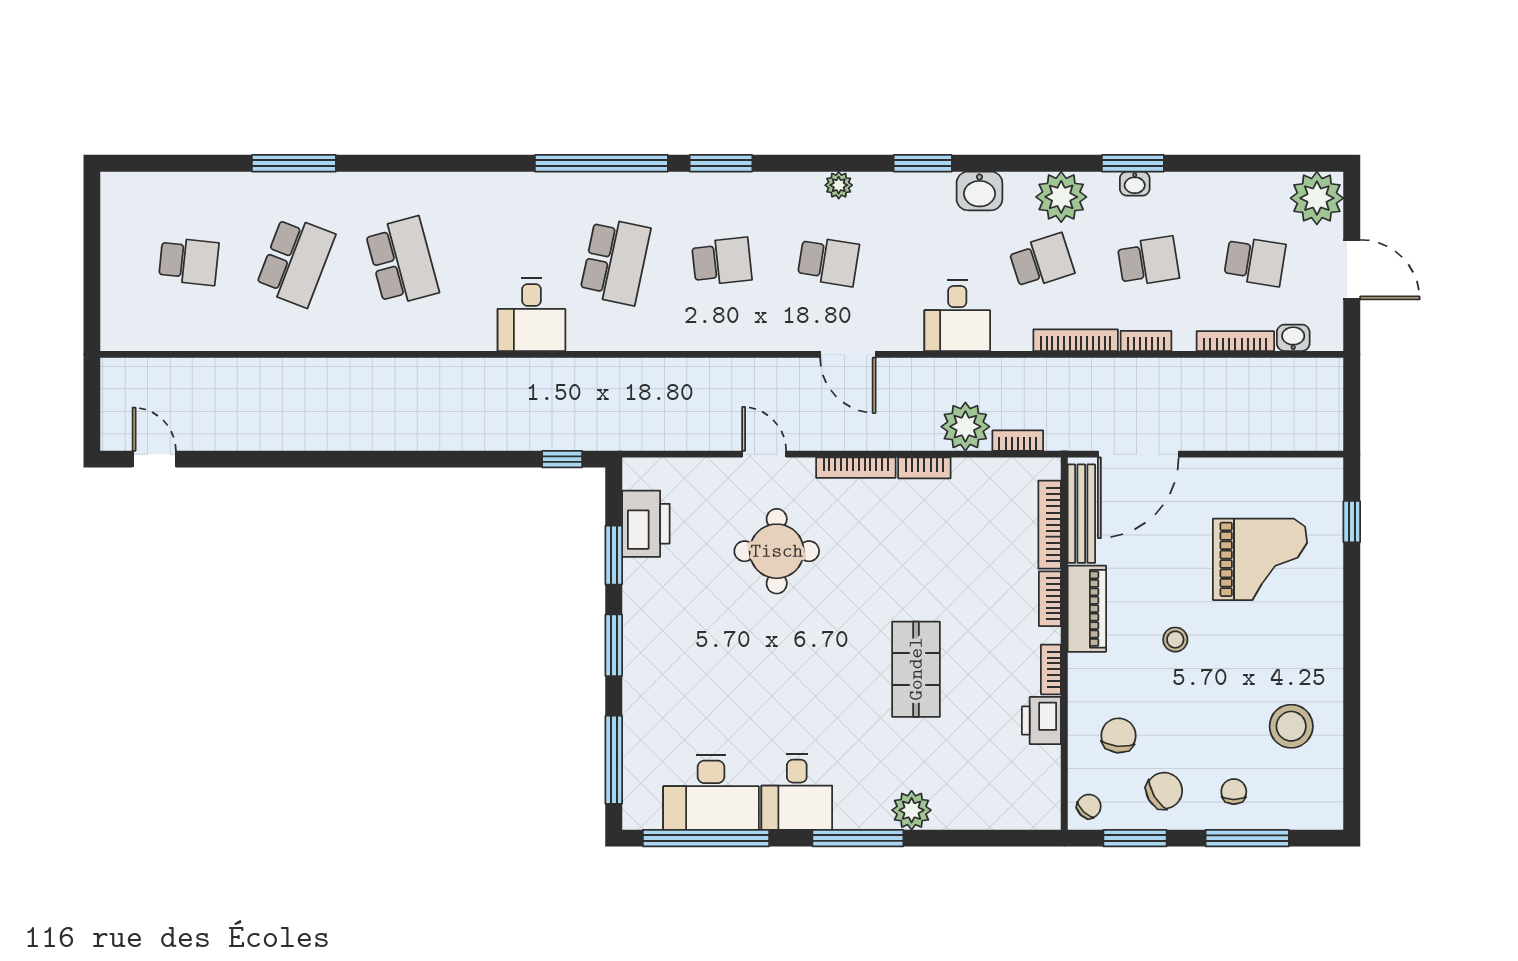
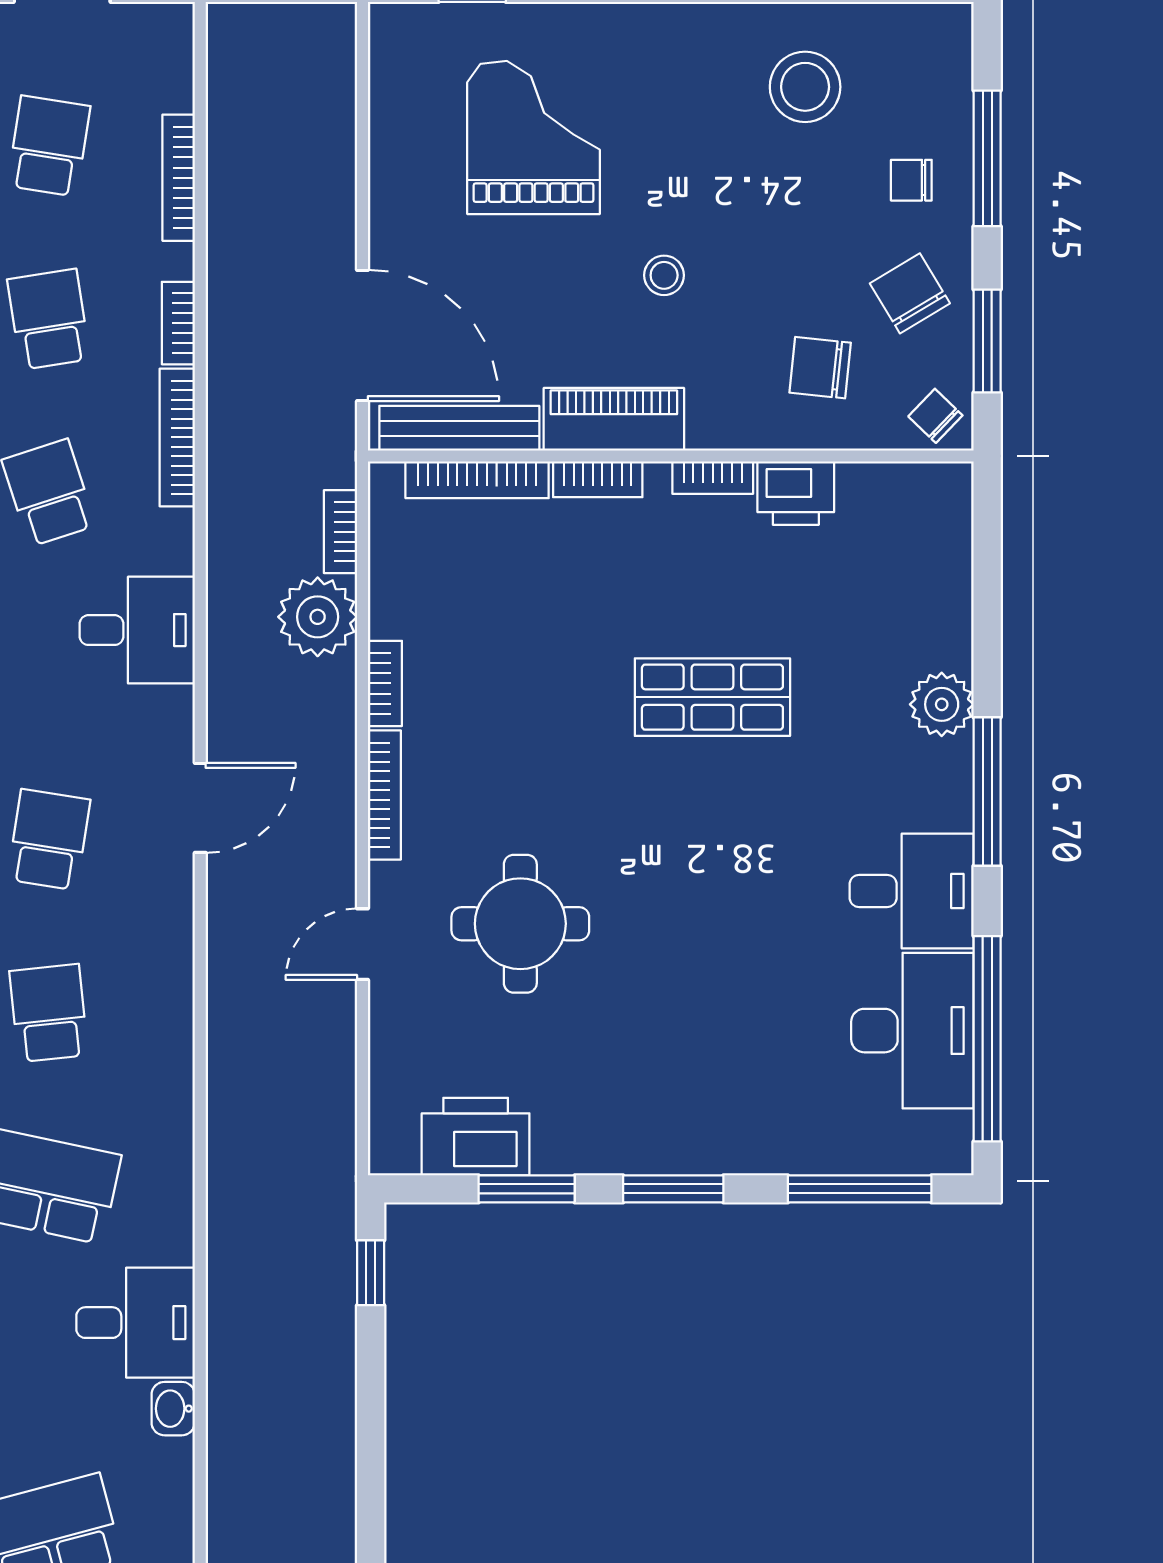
washbasin: (1293, 338) -> (173, 1409), moved

